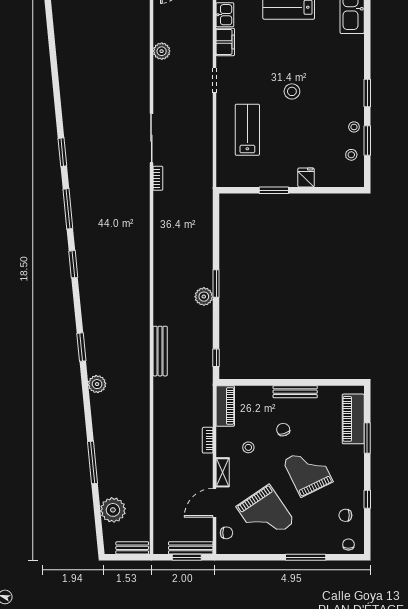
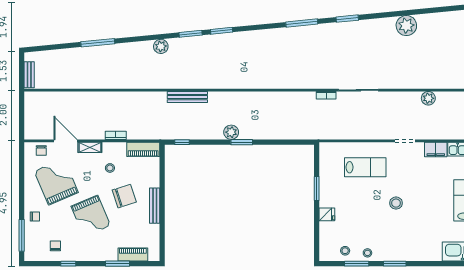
window: (73, 264) -> (222, 31), moved
piano: (353, 419) -> (133, 254), width x0.73, depth x0.75
chair: (283, 430) -> (124, 196), width x1.87, depth x1.87
grand piano: (308, 471) -> (91, 216), turned 93
plant: (113, 510) -> (406, 26), moved
grand piano: (265, 514) -> (56, 182), turned 101
chair: (348, 544) -> (35, 217), moved
bench: (191, 548) -> (29, 122), removed
window: (187, 557) -> (22, 119), removed
window: (306, 557) -> (22, 235), moved

